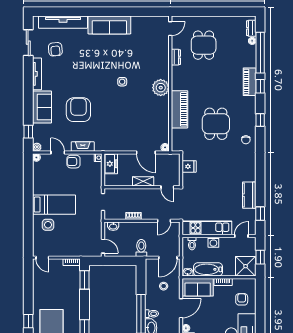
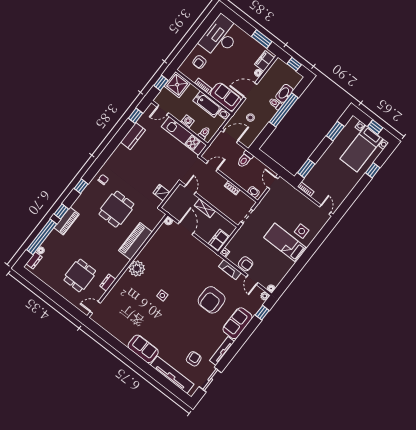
sofa: (109, 25) -> (143, 349), width x0.73

